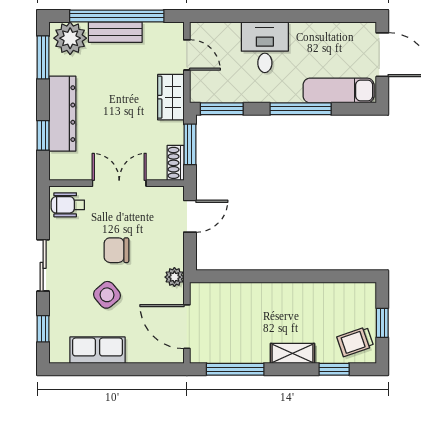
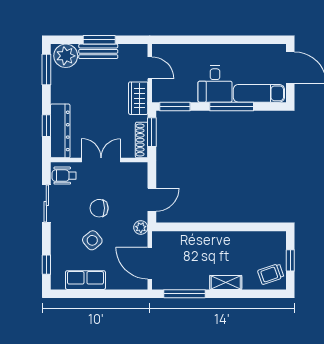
window: (117, 16) -> (99, 40), width x0.47
desk: (265, 47) -> (215, 84), moved, turned 180
dresser: (62, 114) -> (60, 131), moved
shoe rack: (176, 163) -> (142, 140), width x1.43
door: (190, 216) -> (152, 200), moved
sliding door: (43, 265) -> (46, 204), moved
window: (334, 369) -> (256, 294), removed

